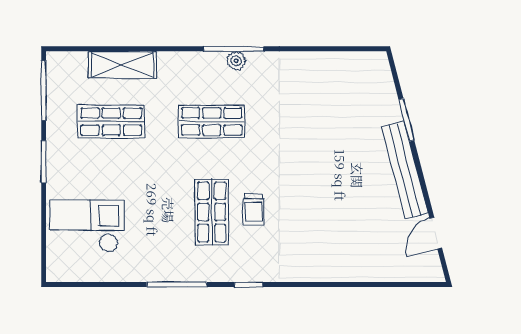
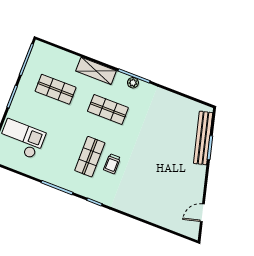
shelving: (122, 65) -> (96, 71), moved
bench: (405, 170) -> (203, 138), moved

